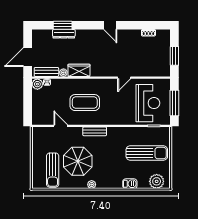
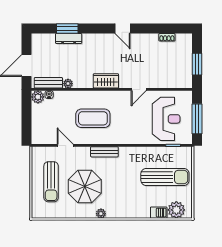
wardrobe: (79, 70) -> (106, 81), moved
sun lounger: (53, 170) -> (51, 182), moved
barbecue: (130, 184) -> (159, 213), moved

